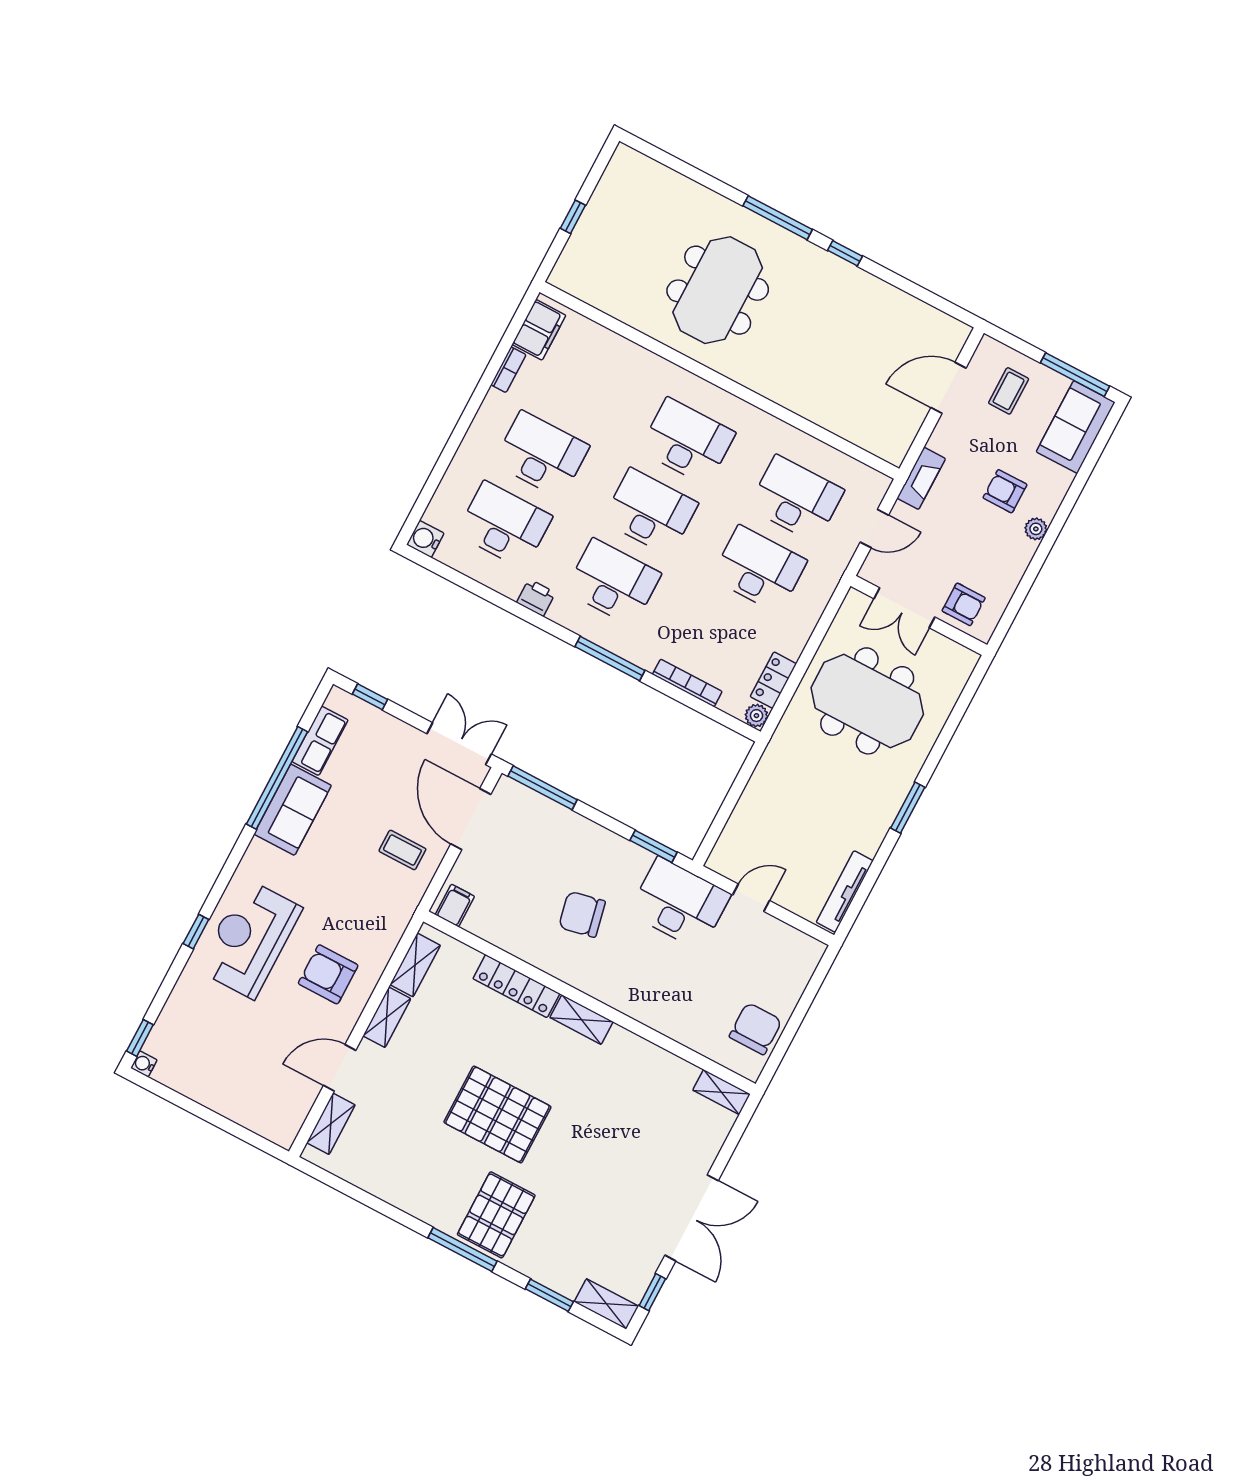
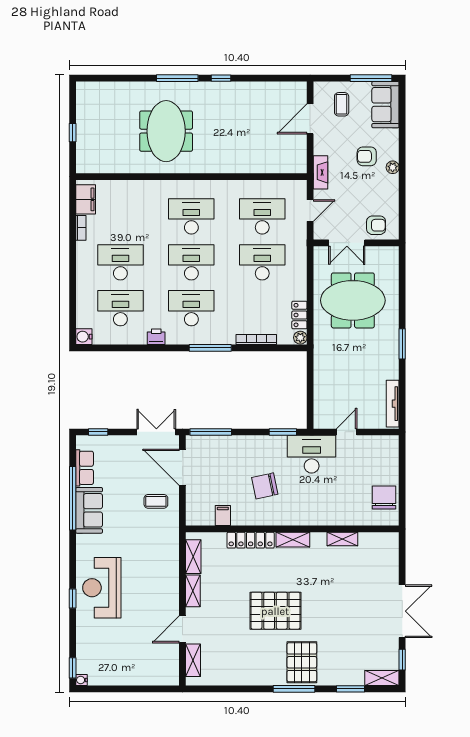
filing cabinet: (455, 906) -> (223, 516), moved
armchair: (328, 974) -> (151, 585), removed
shelving: (722, 1092) -> (342, 539), moved

